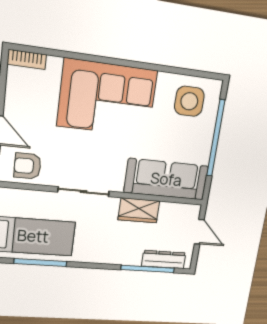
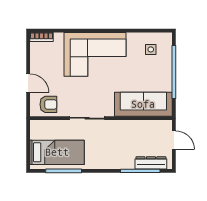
side table: (189, 101) -> (151, 49), width x0.54, depth x0.54
armchair: (28, 166) -> (48, 104), turned 180
wardrobe: (139, 210) -> (127, 128), removed

